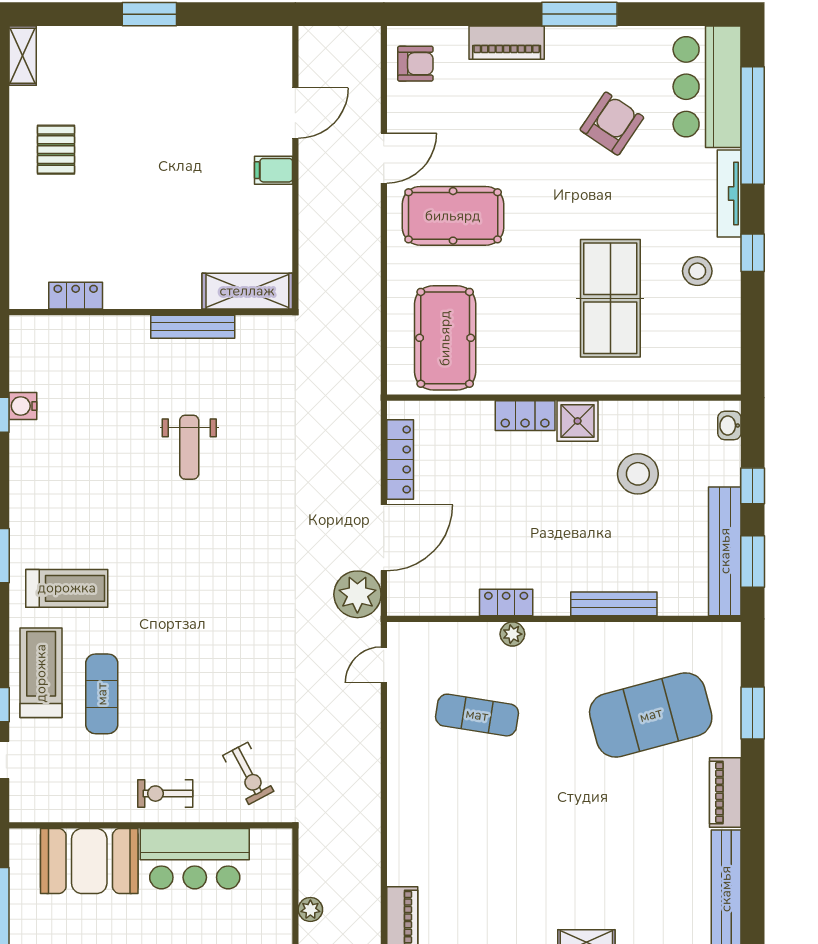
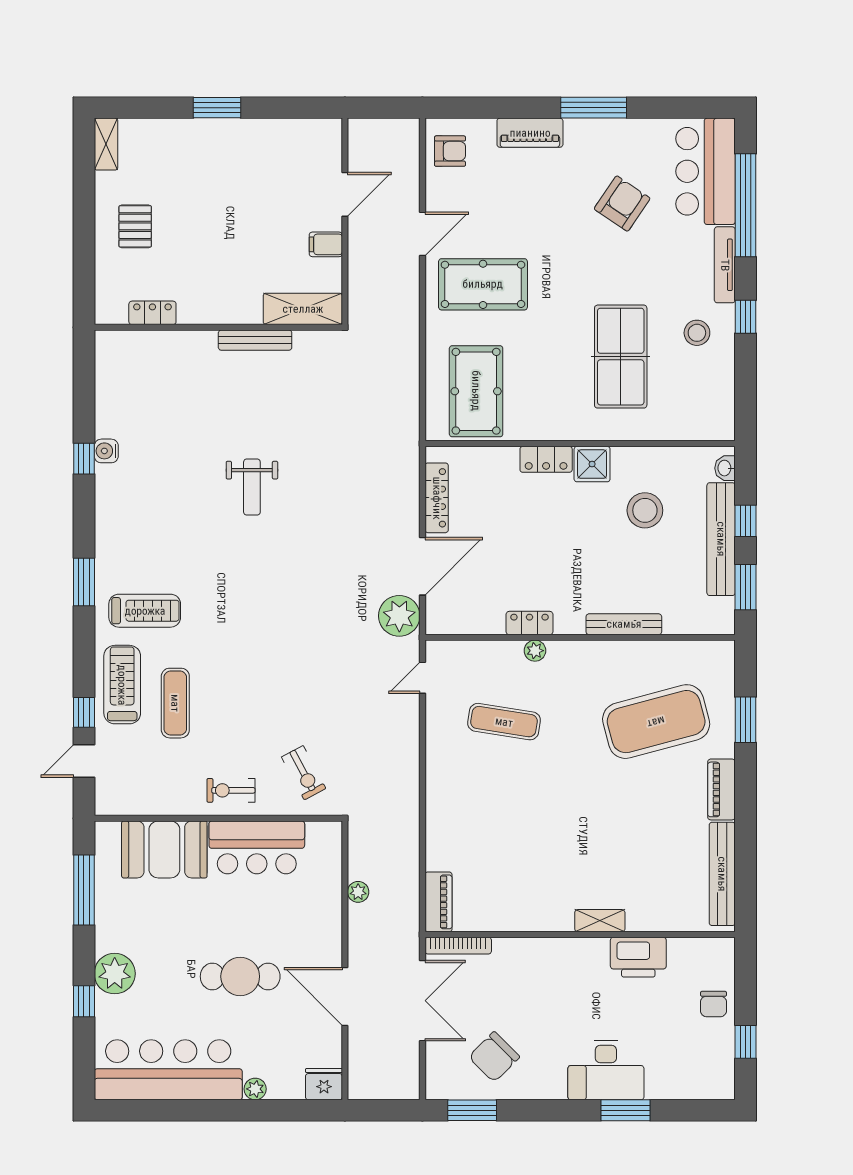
shelving: (247, 291) -> (303, 309), moved
locker: (76, 296) -> (152, 313), moved
wall: (151, 312) -> (218, 327), moved
bench: (193, 327) -> (255, 340), moved
bench: (725, 551) -> (721, 539), moved

